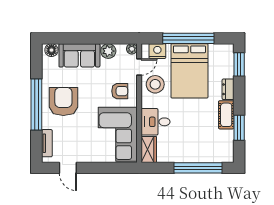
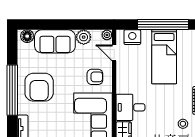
door: (139, 67) -> (114, 53), swing flipped
bed: (189, 71) -> (164, 57), width x0.67
stool: (155, 84) -> (183, 124), moved, width x0.53, depth x0.53
armchair: (63, 101) -> (39, 87), turned 180

